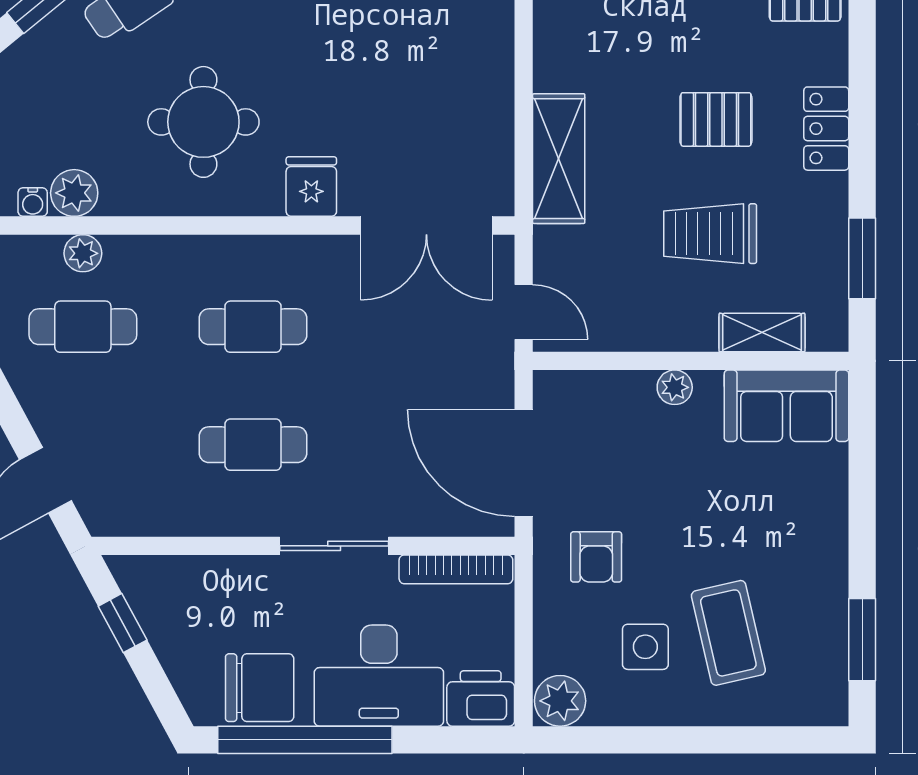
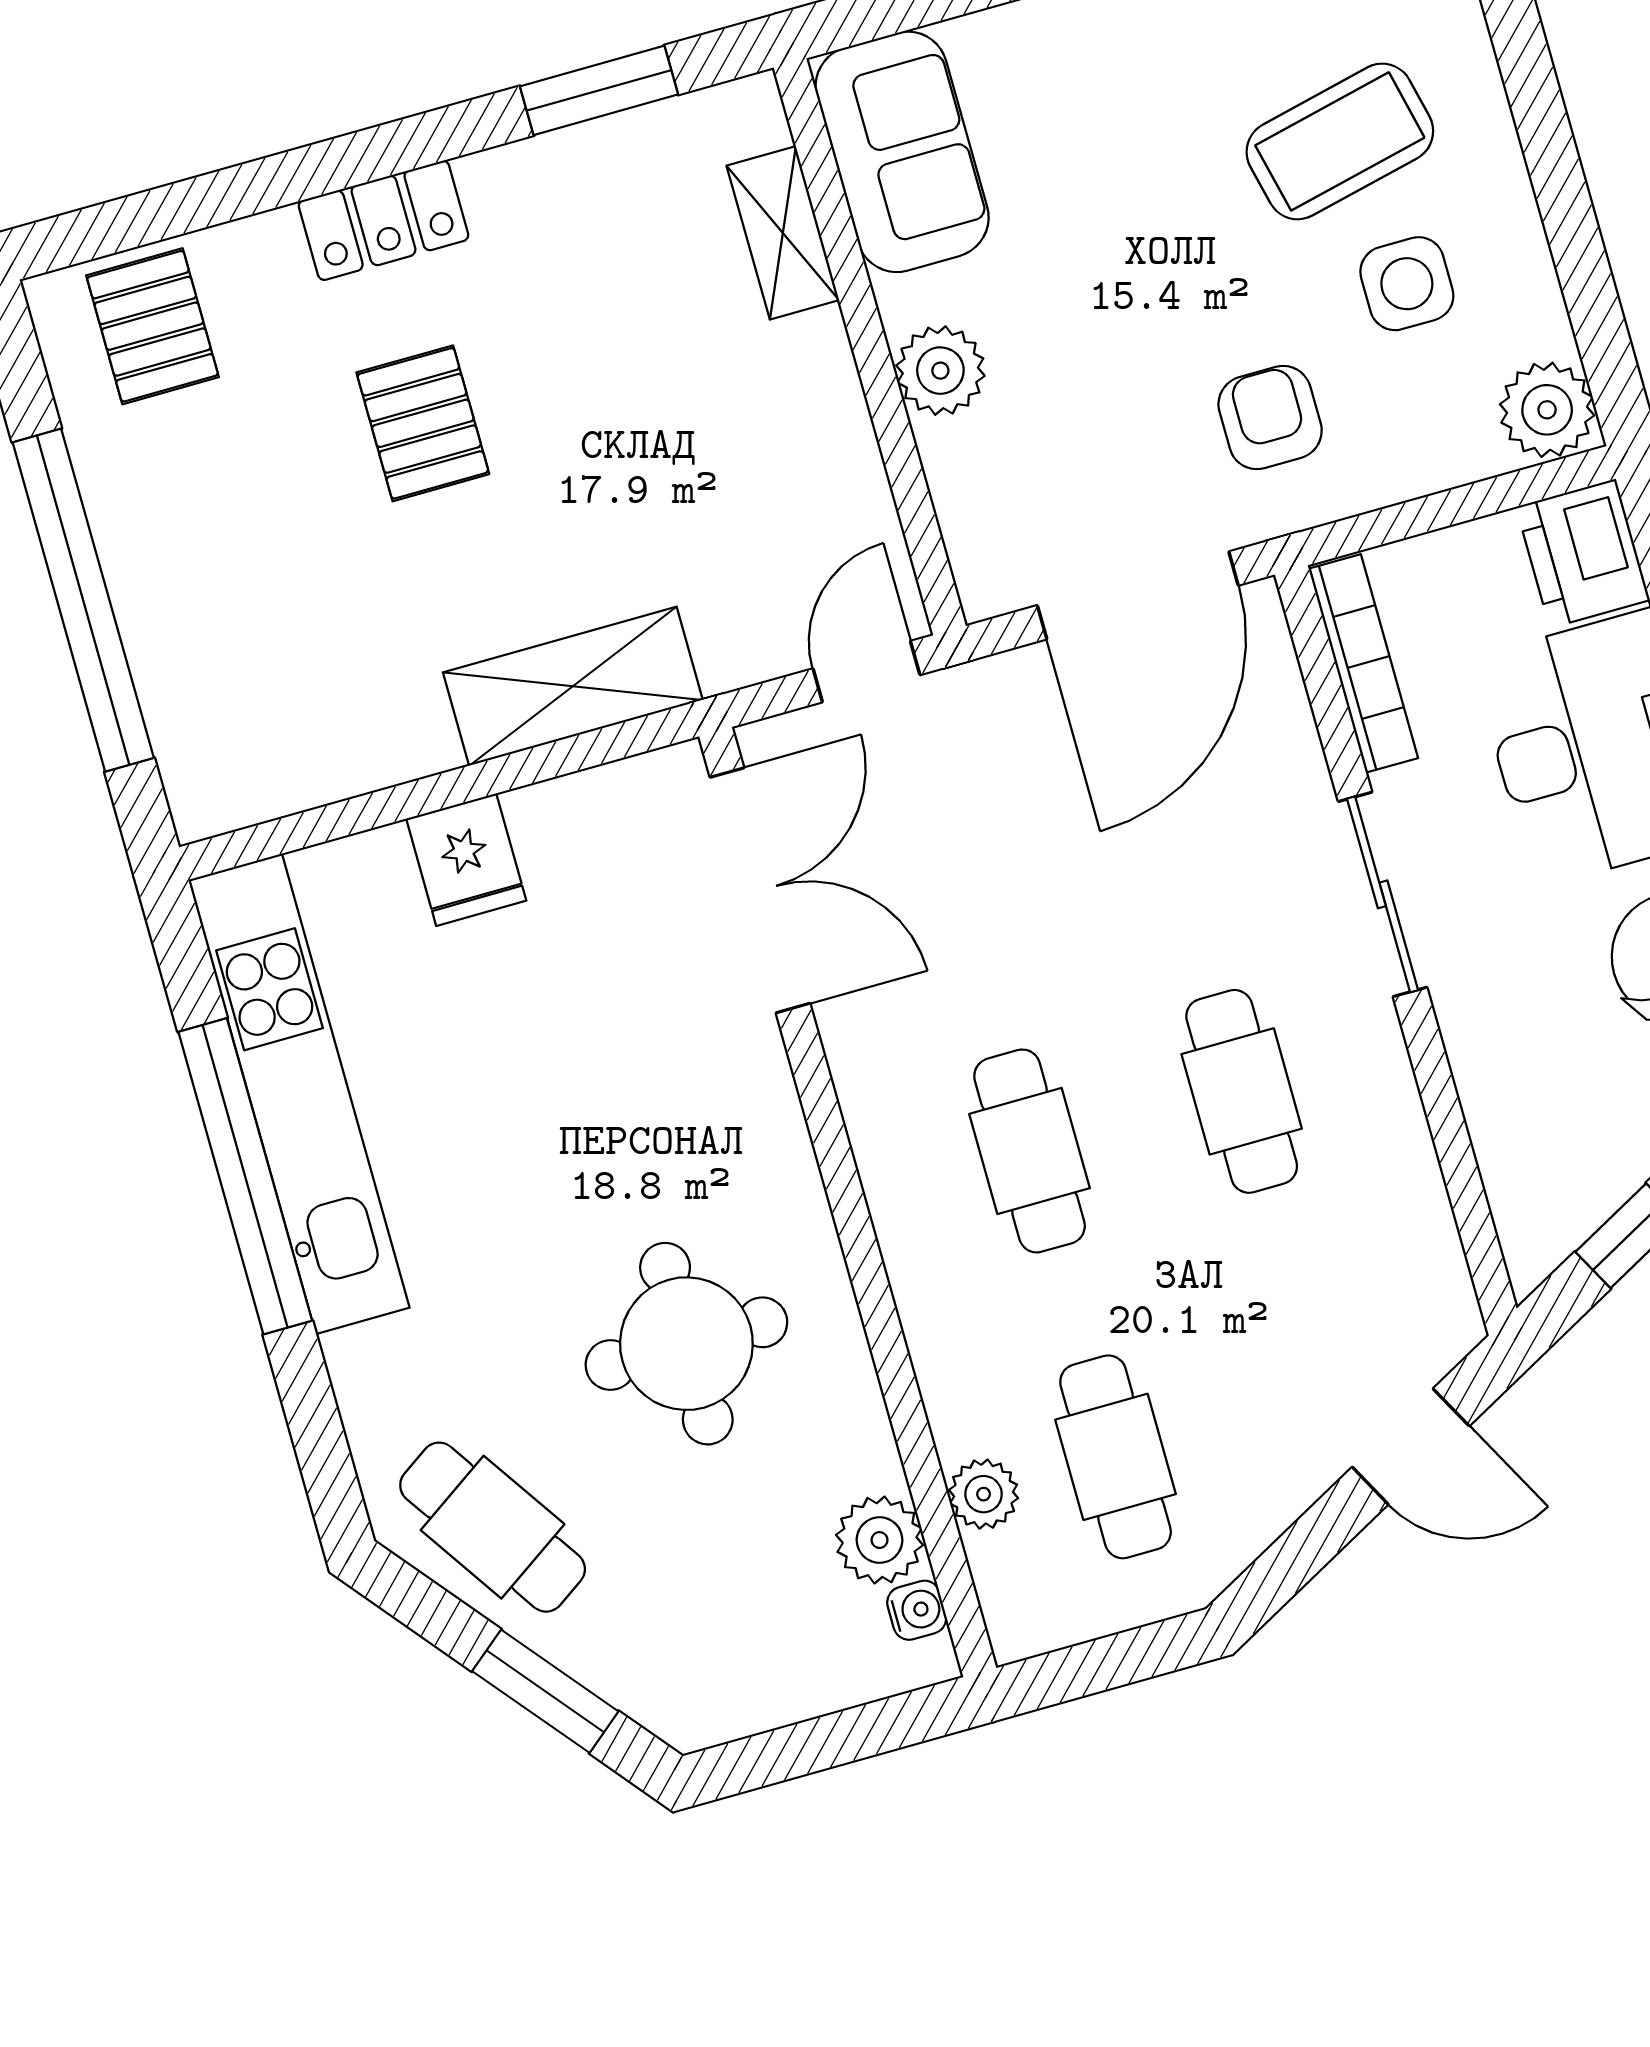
fridge: (311, 187) -> (466, 860), moved, turned -90
trolley: (710, 234) -> (631, 376), removed
plant: (675, 387) -> (940, 371), width x1.38, depth x1.38
armchair: (596, 557) -> (1270, 418), turned -90

